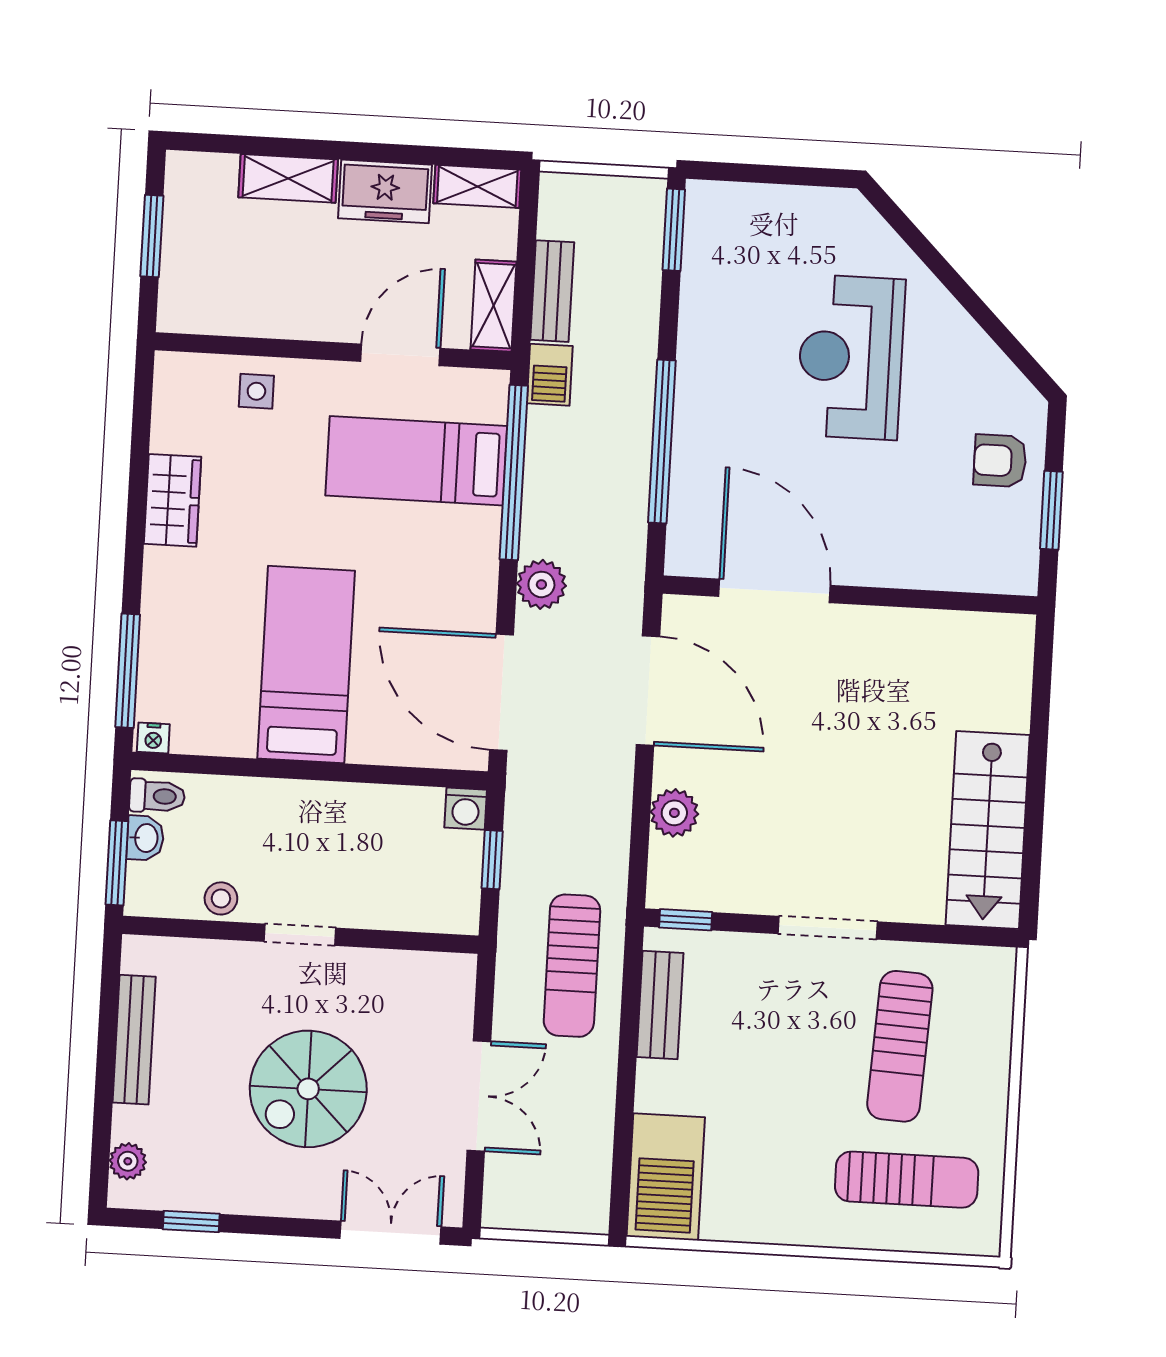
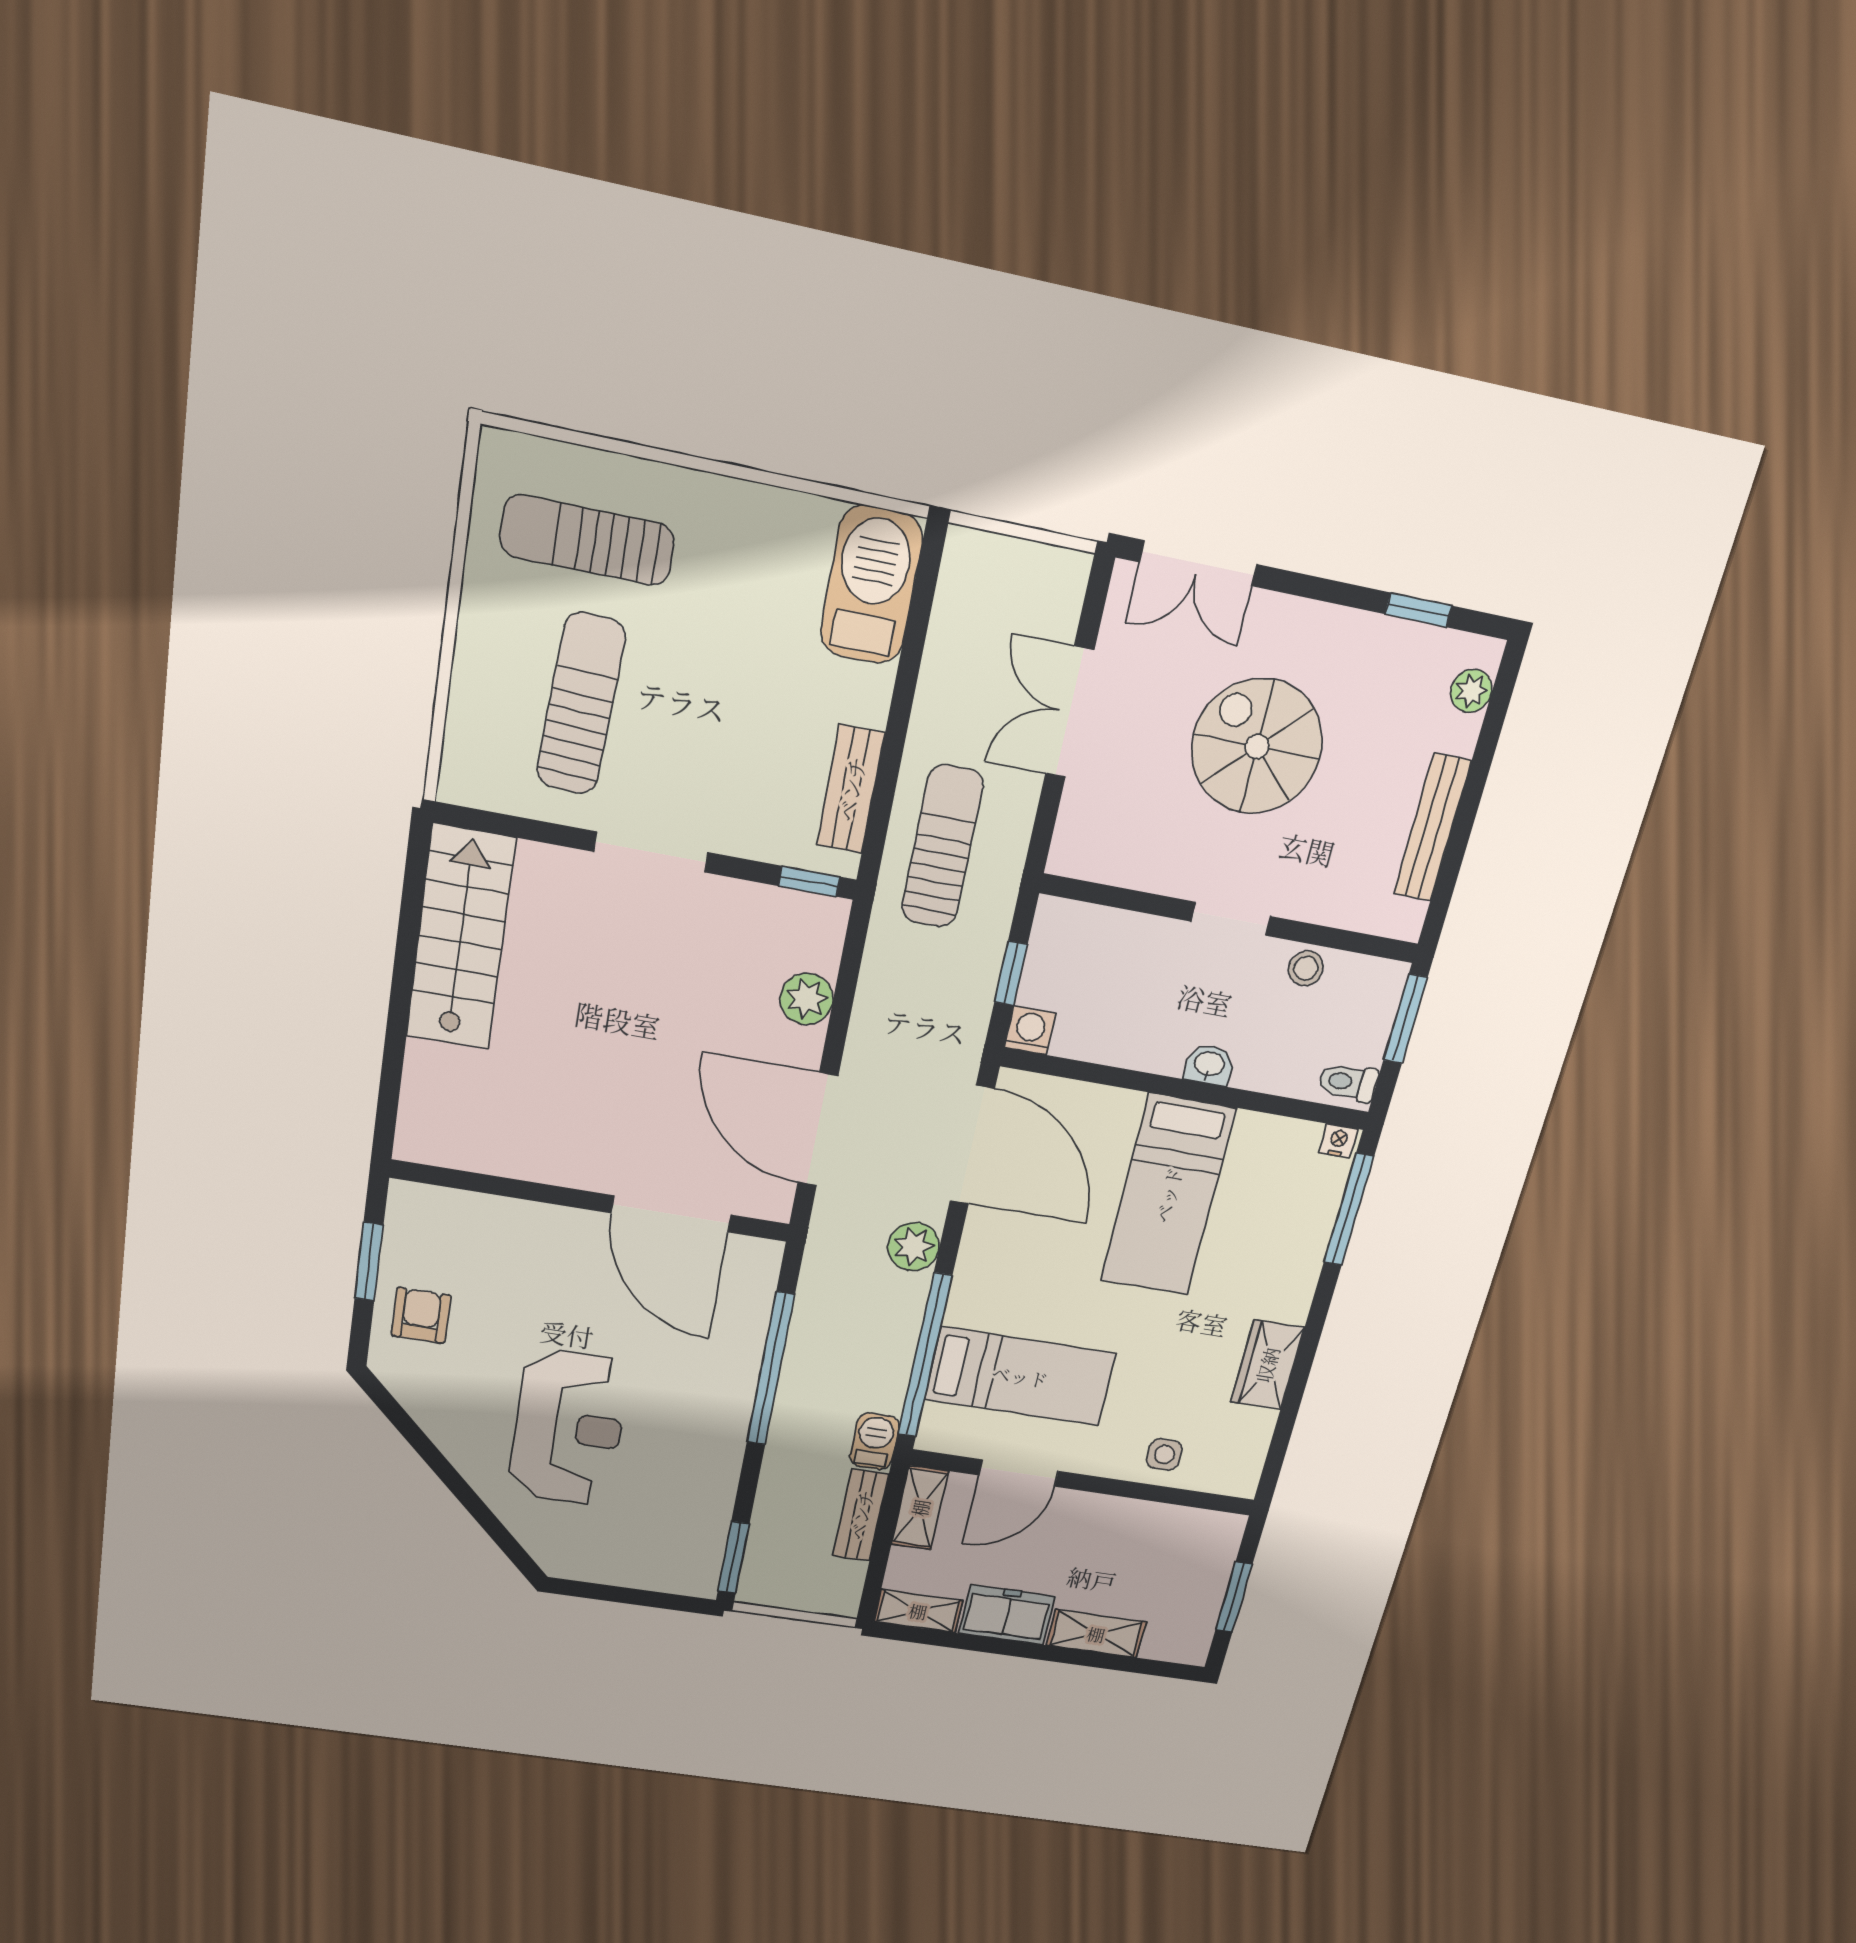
armchair: (1000, 461) -> (421, 1315), turned -90
washbasin: (145, 838) -> (1209, 1065), moved, turned 90
spiral stairs: (308, 1089) -> (1257, 746), turned -90

